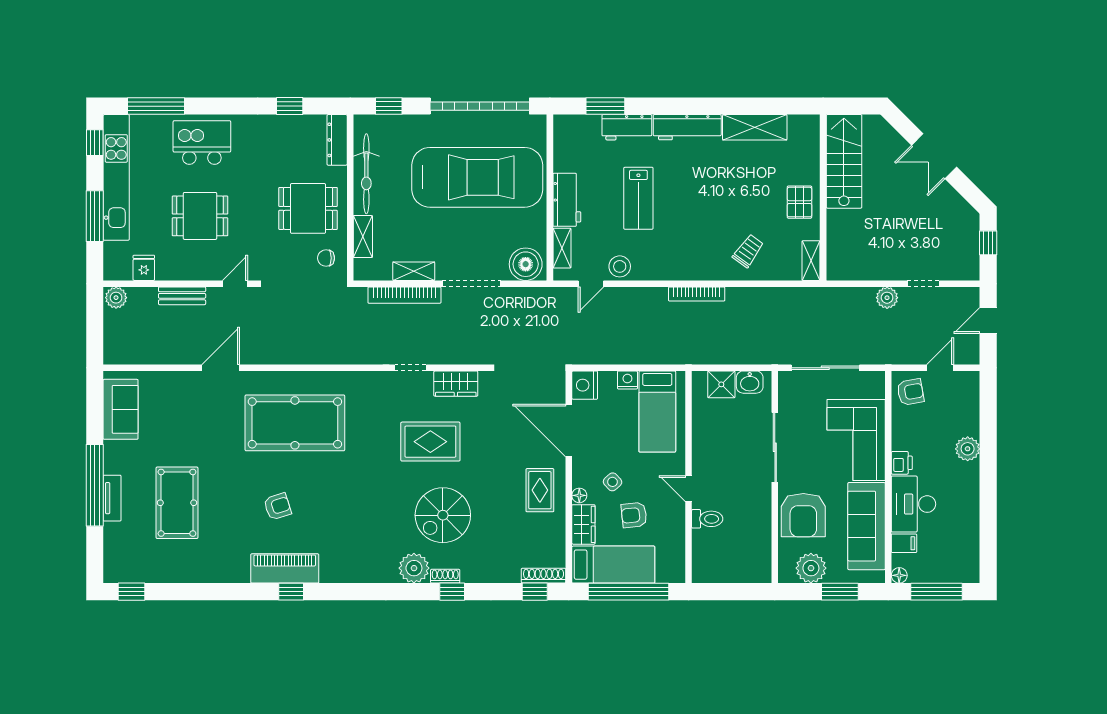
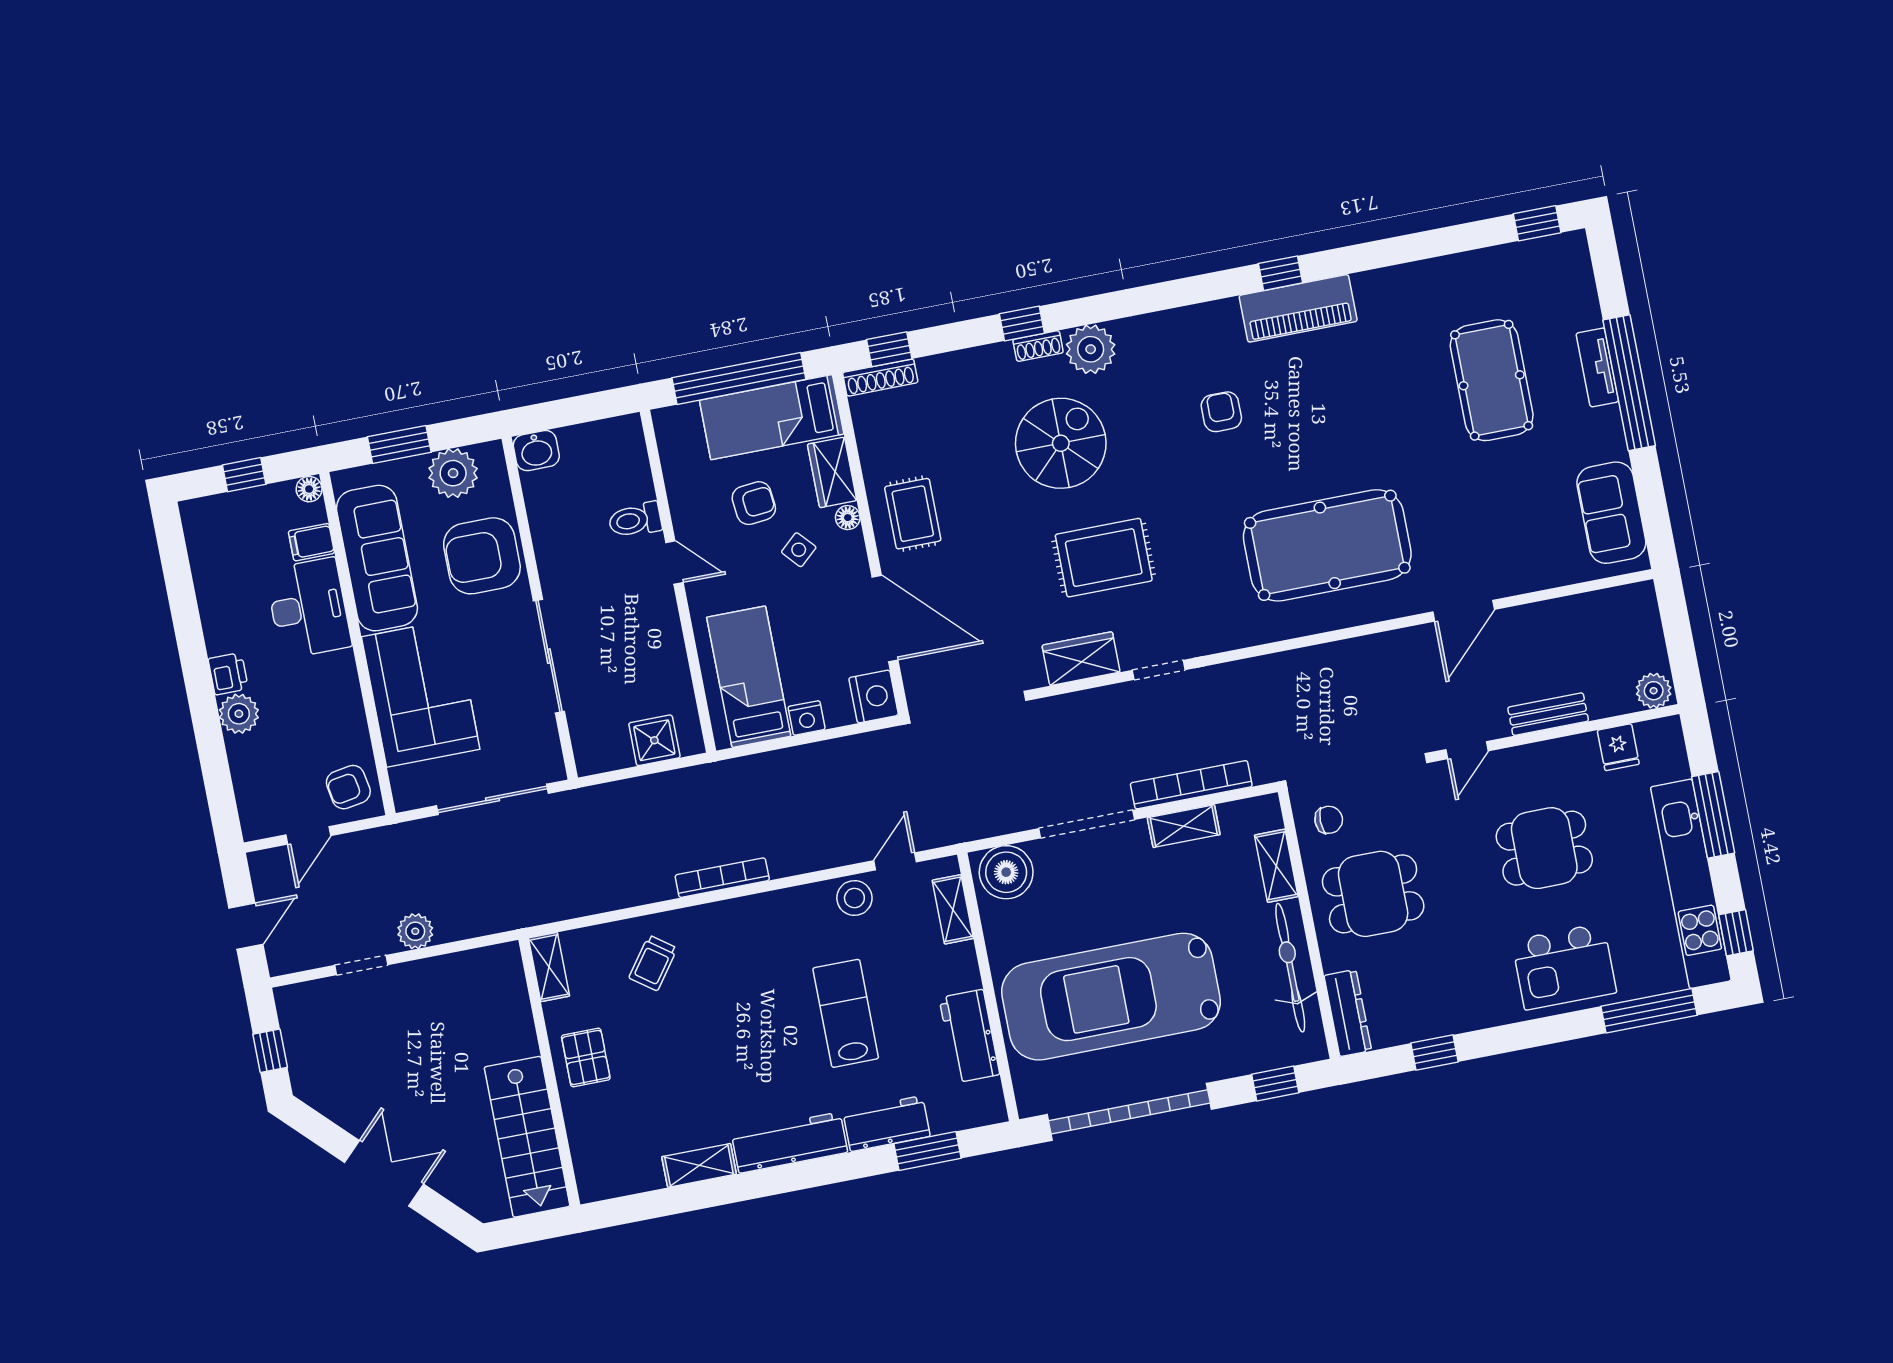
shelving: (755, 127) -> (699, 1165), width x0.67, depth x0.75
workbench: (567, 200) -> (969, 1036), moved
washbasin: (750, 382) -> (536, 451), moved, turned 180
printer: (902, 463) -> (228, 674), moved, turned 180
armchair: (277, 506) -> (1221, 412), moved, turned 108
armchair: (803, 515) -> (482, 556), turned -90
window: (936, 592) -> (244, 475), width x0.46

